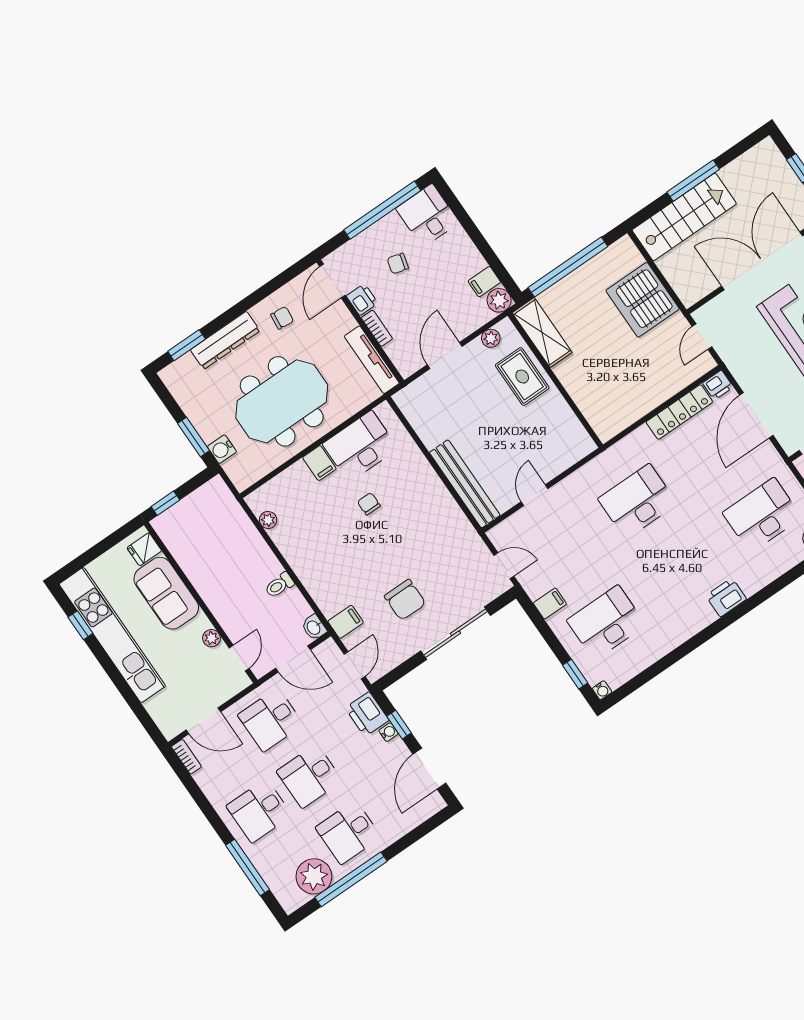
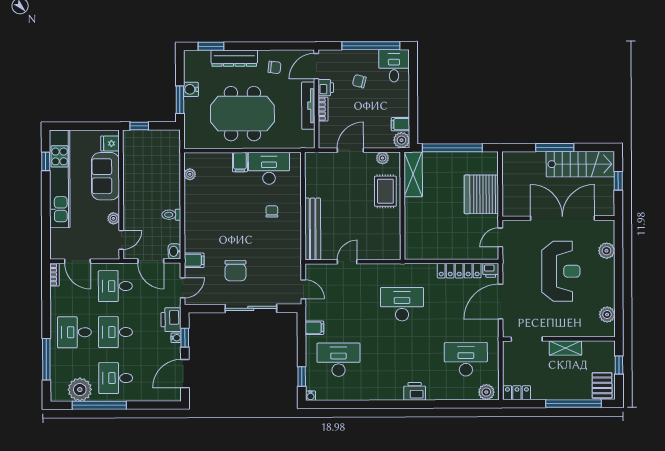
stairs: (684, 217) -> (580, 164), moved
tv unit: (372, 360) -> (308, 106), moved
water cooler: (222, 449) -> (191, 89), moved
chair: (369, 504) -> (272, 211), moved

